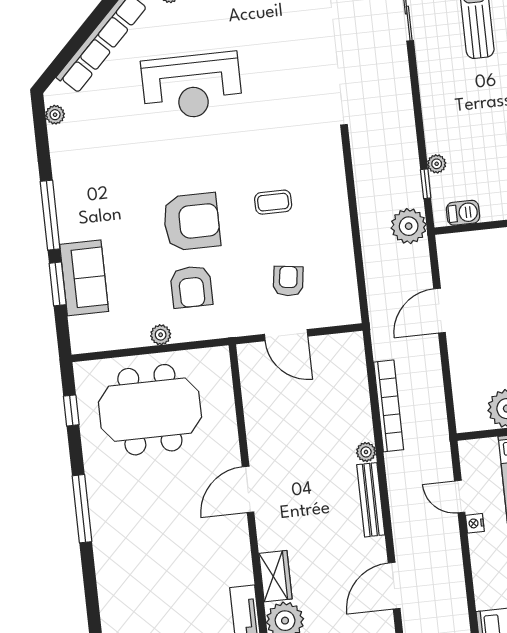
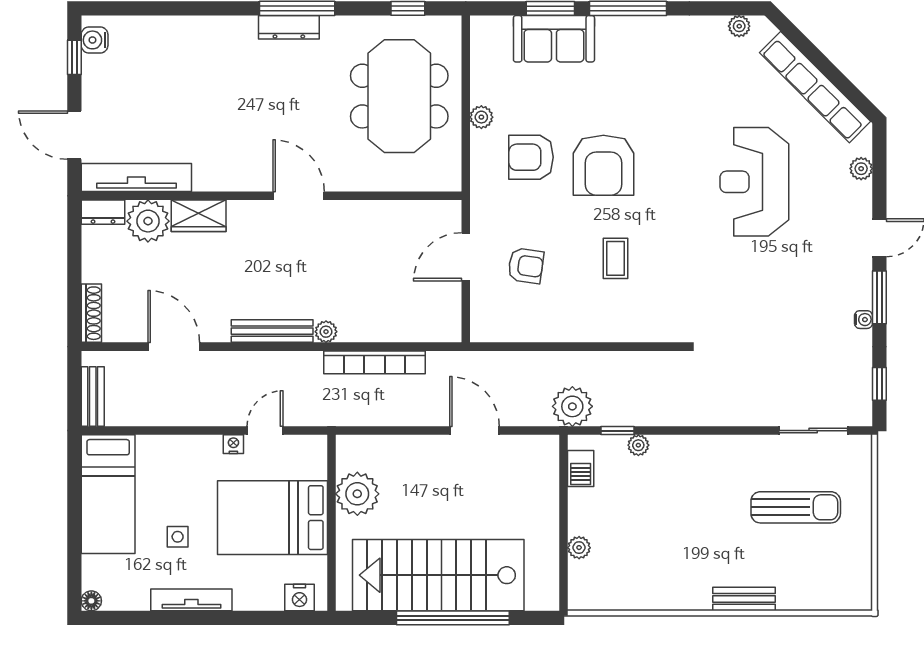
dresser: (99, 514) -> (289, 27), added

